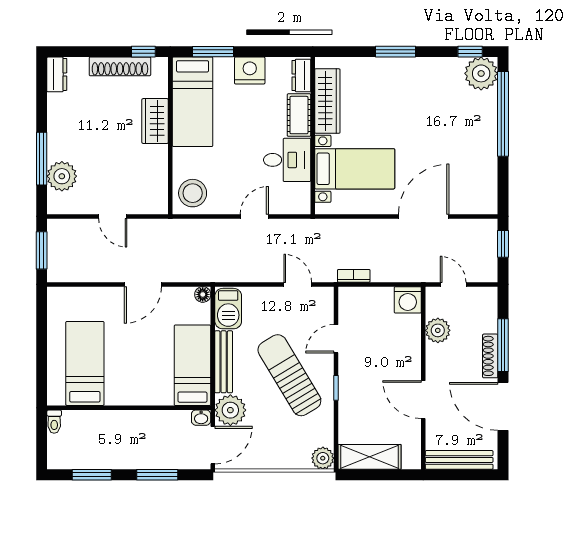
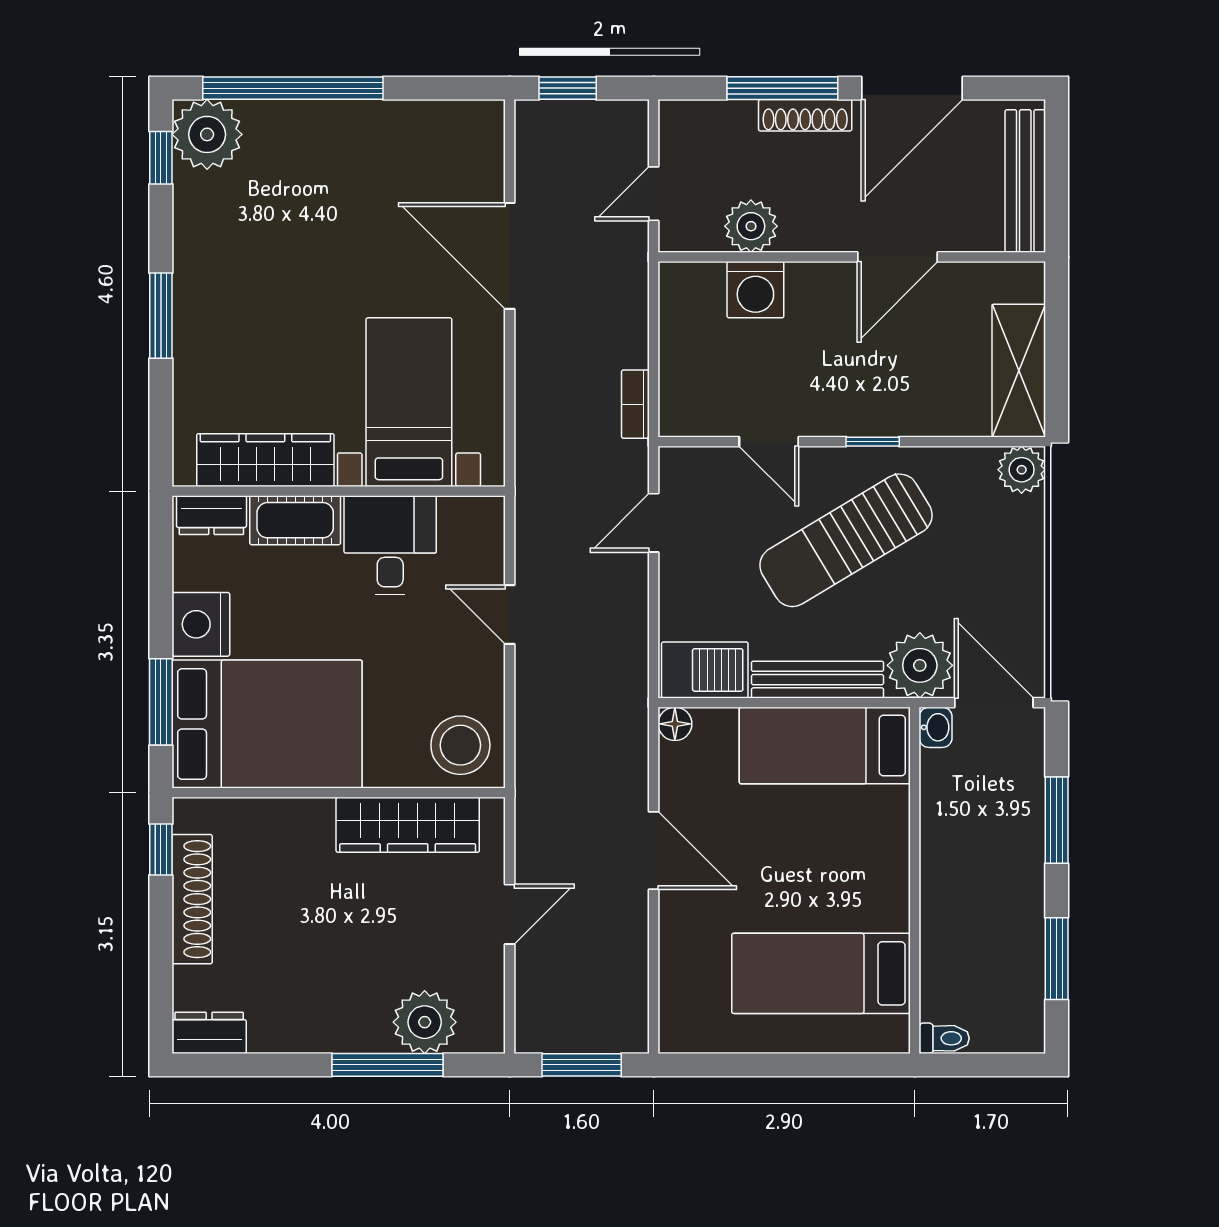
bed: (193, 102) -> (267, 724), width x1.50
wardrobe: (155, 121) -> (408, 825), moved, width x1.50
washing machine: (408, 300) -> (755, 290), moved, turned 90

